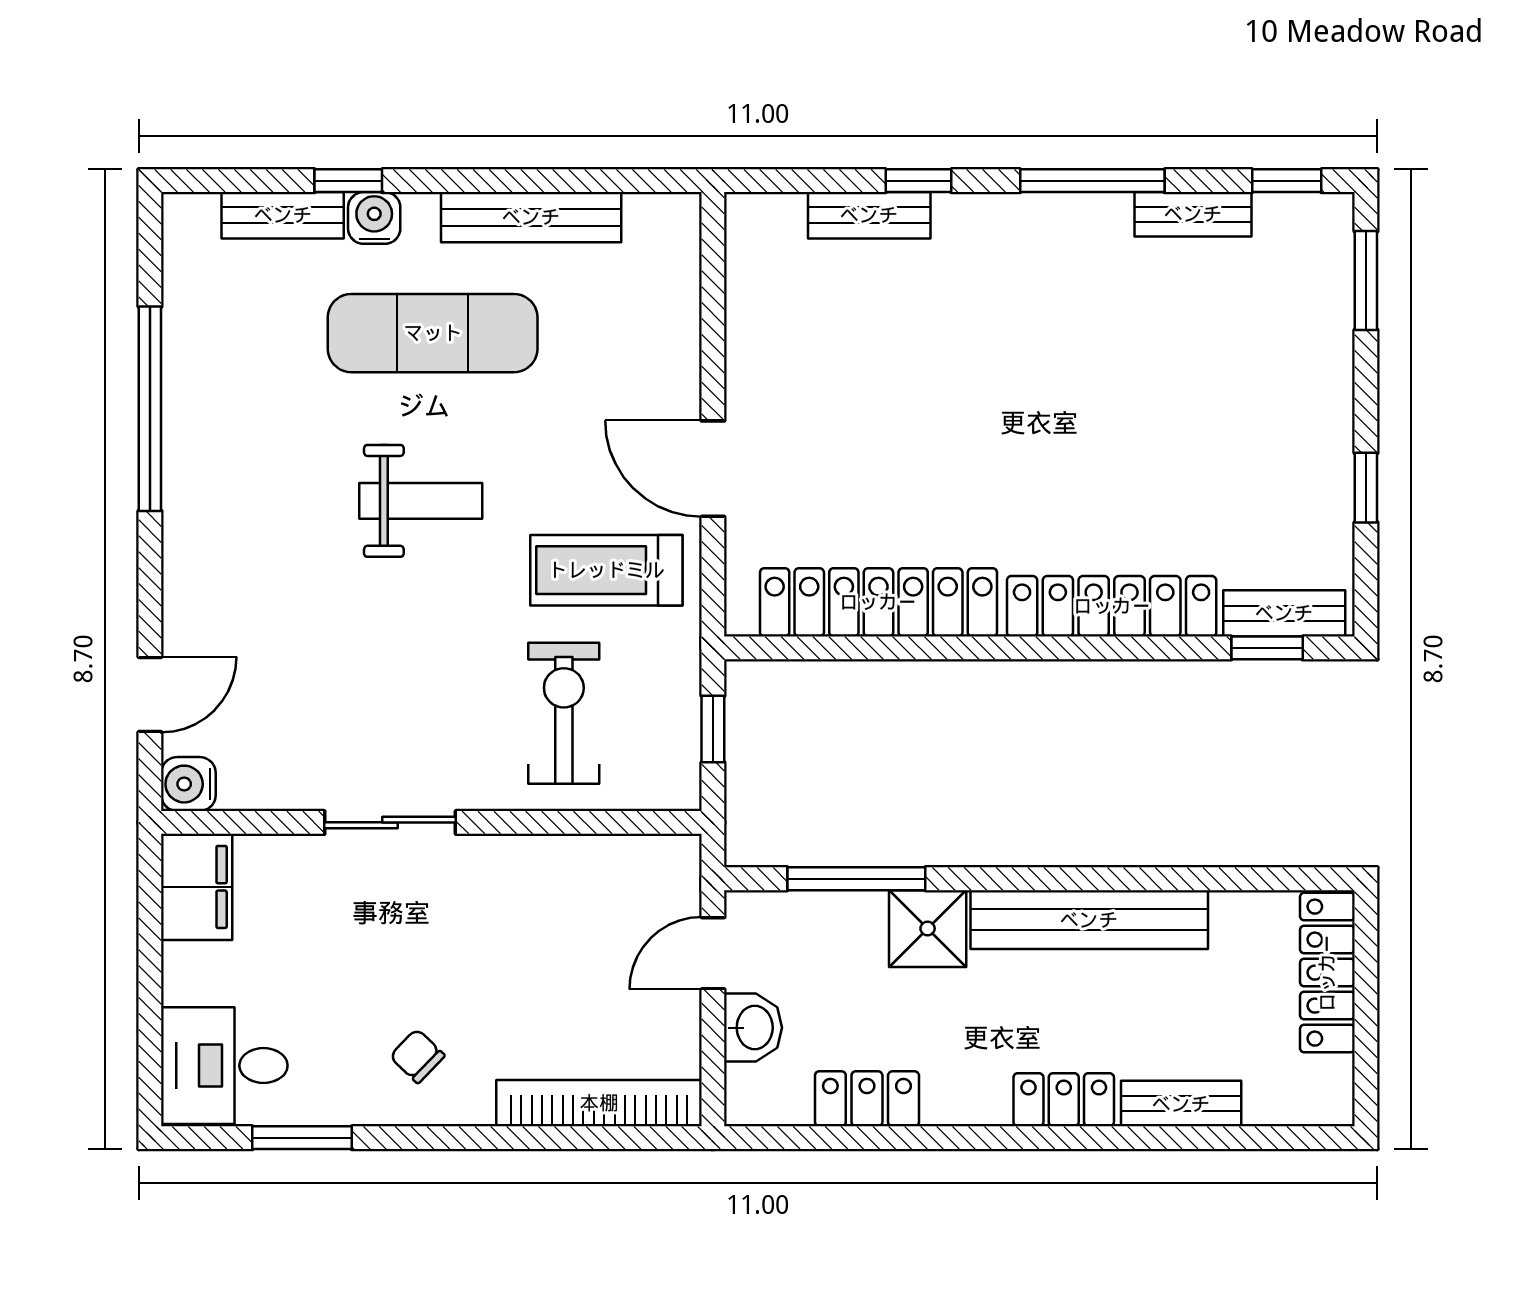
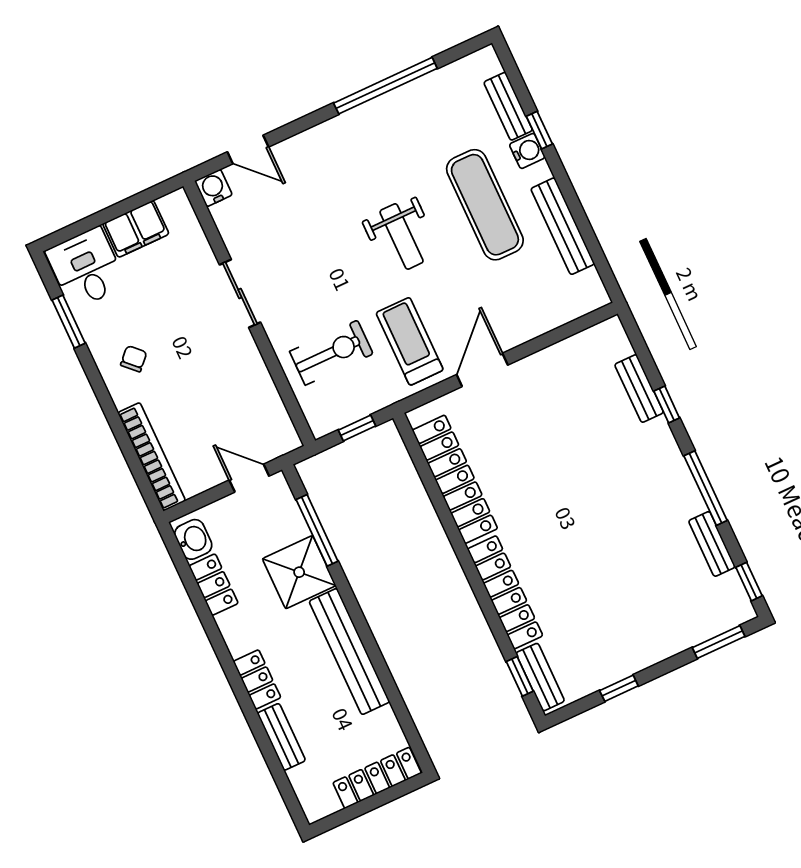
filing cabinet: (197, 887) -> (136, 229), moved
shower: (928, 929) -> (299, 572), width x1.36, depth x1.36
washbasin: (753, 1028) -> (193, 539), moved, turned -90

